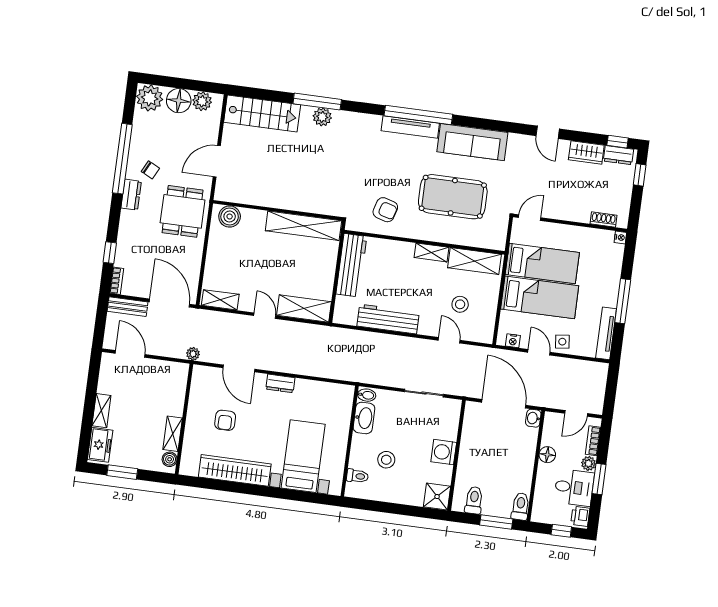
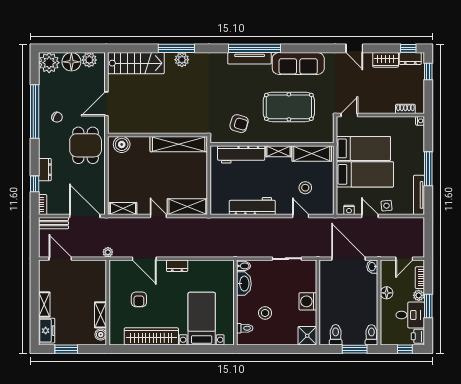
dresser: (131, 195) -> (45, 170), moved
workbench: (351, 265) -> (241, 154), moved, turned 90

